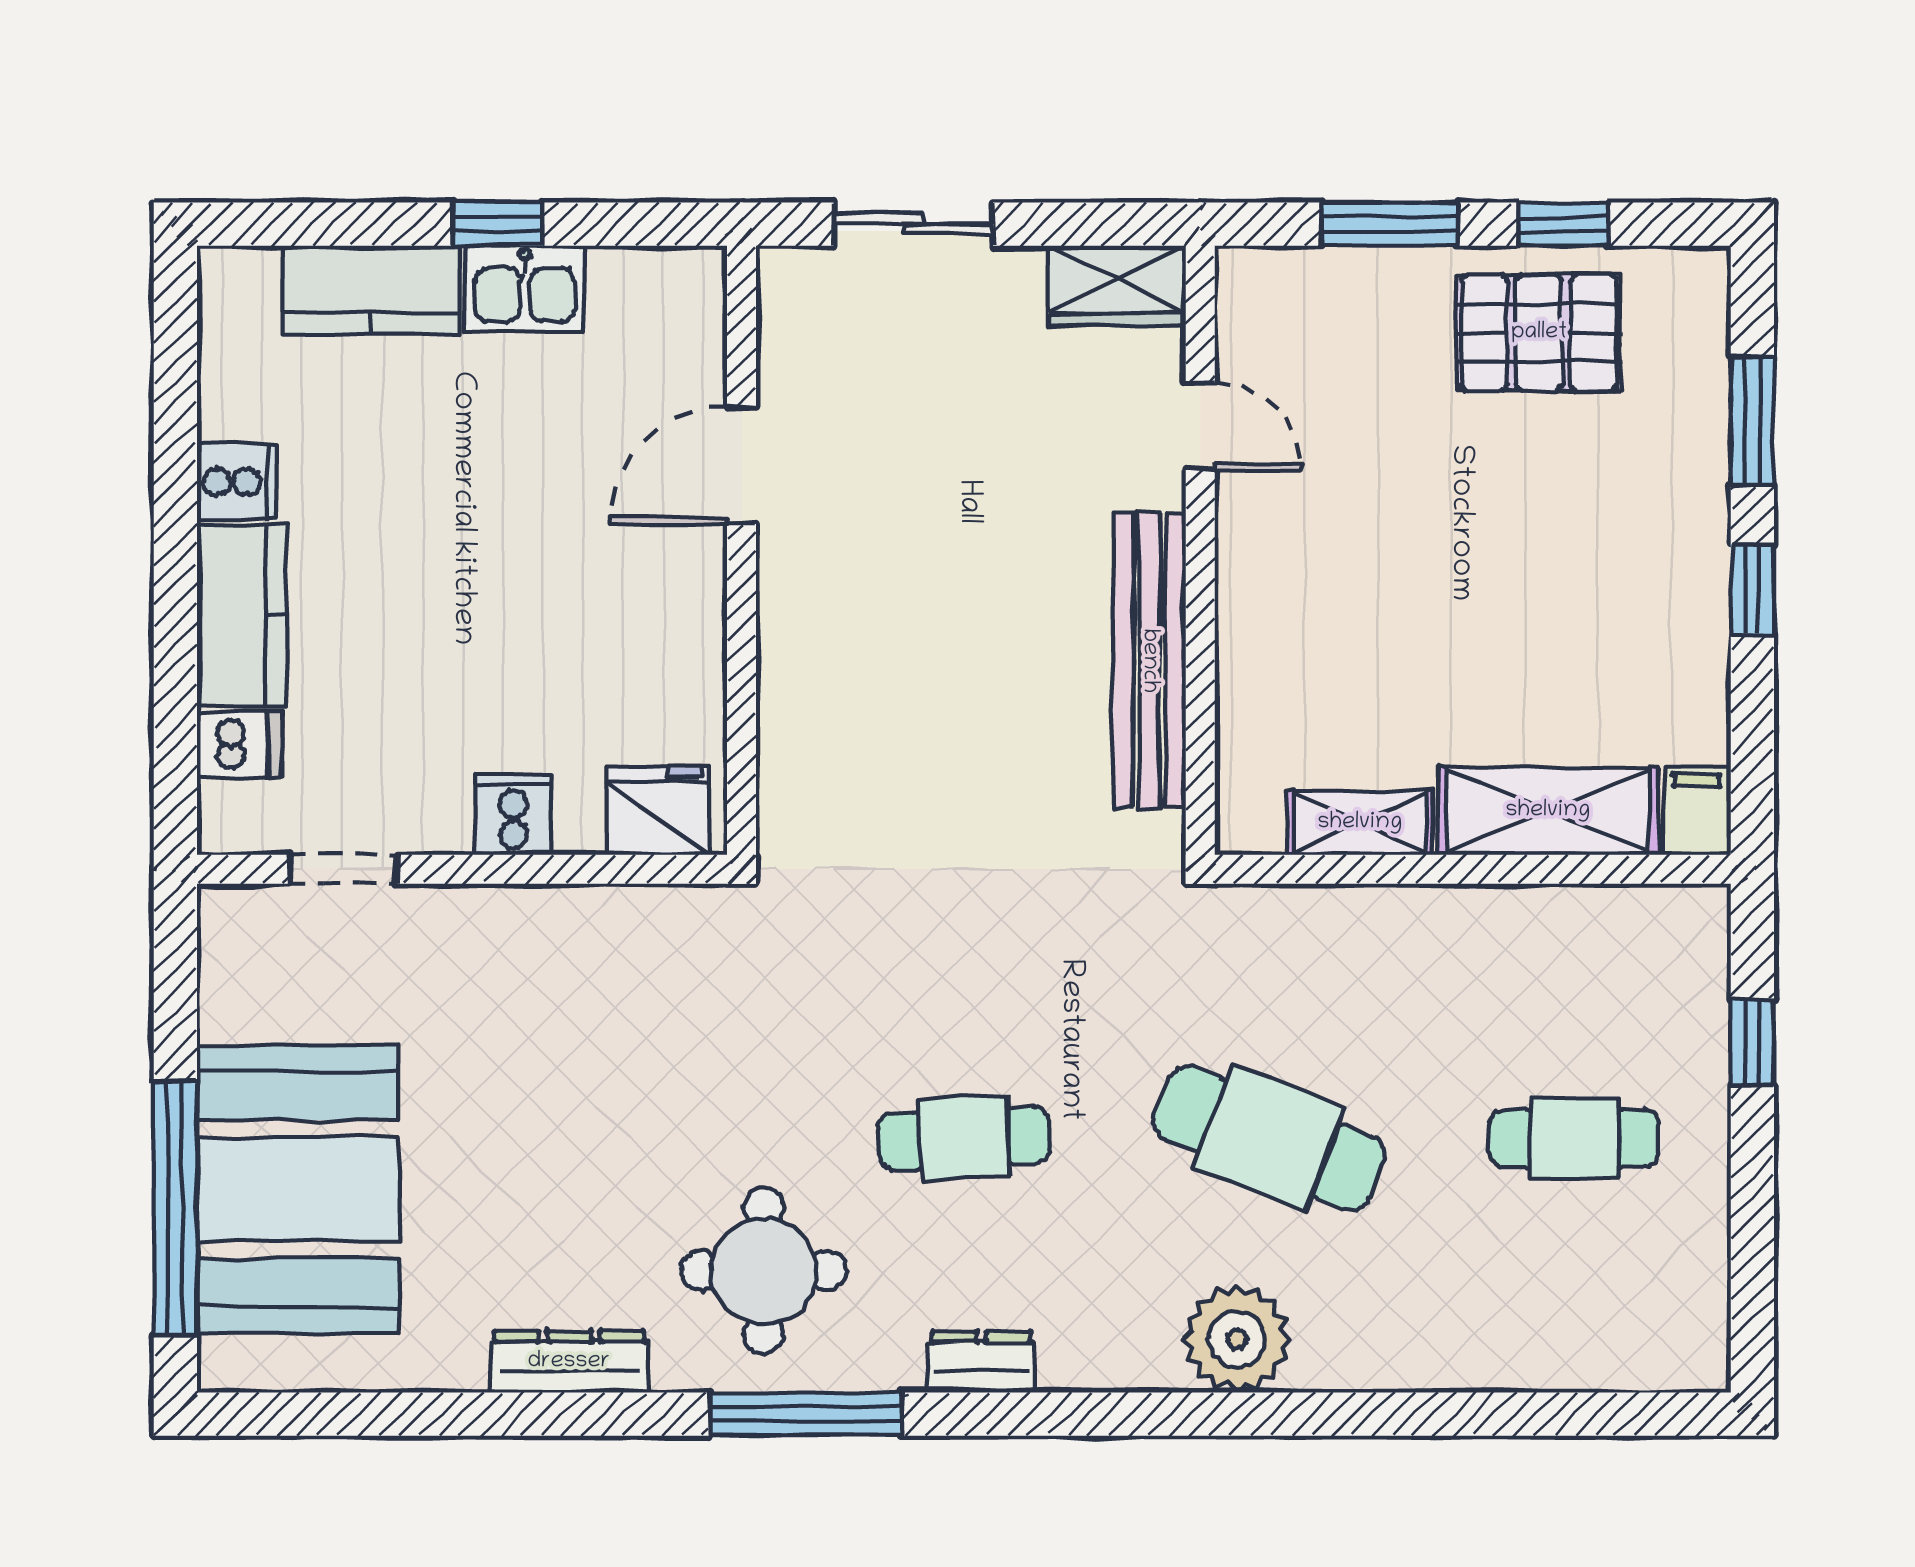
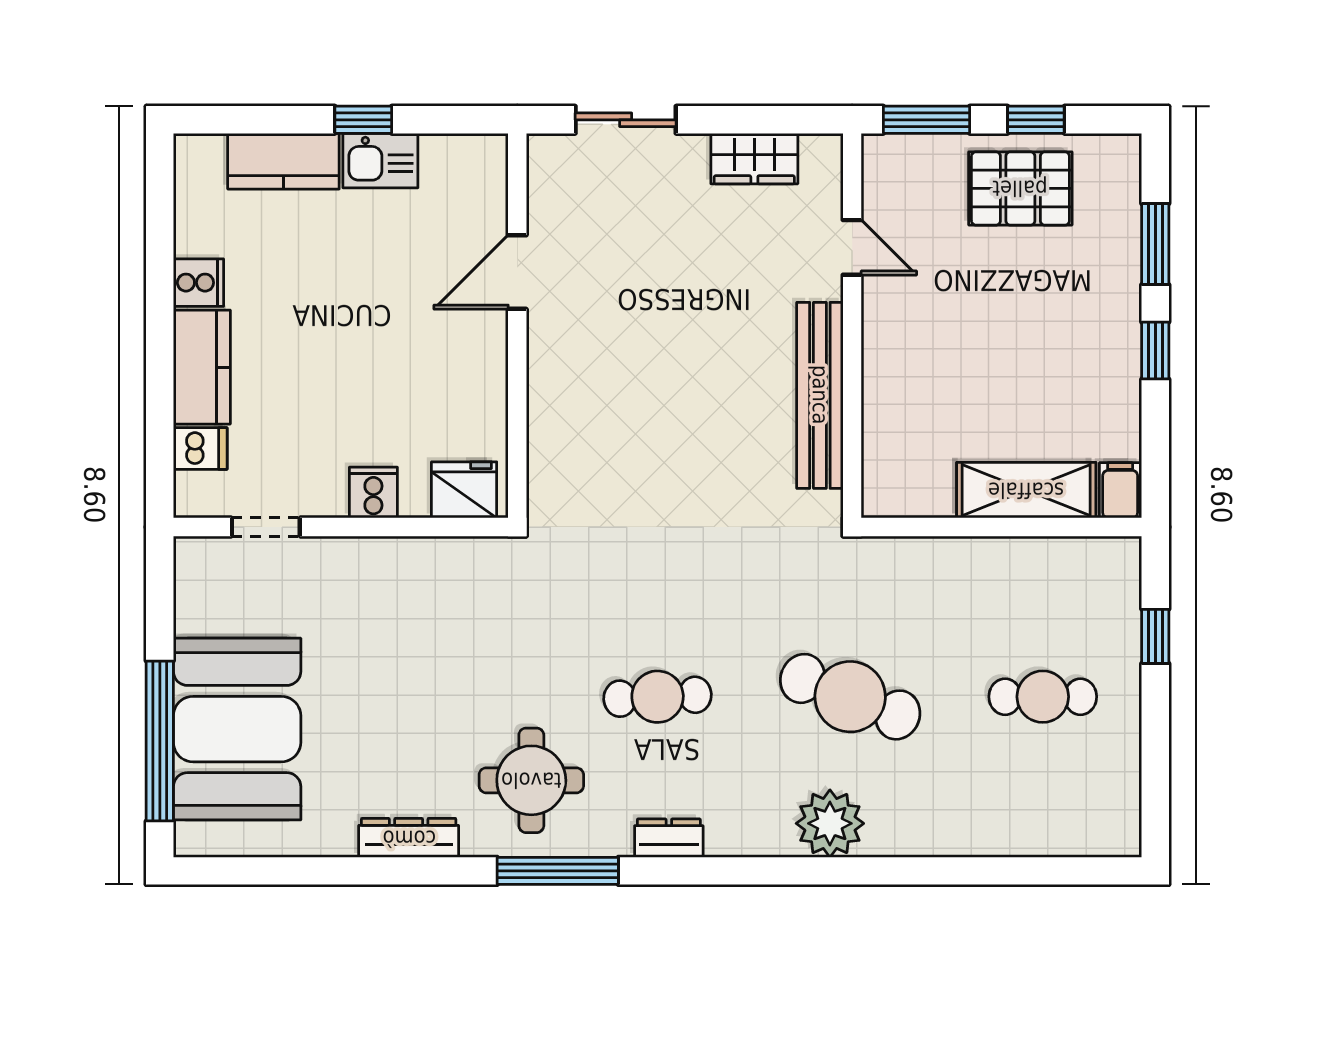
door: (1200, 426) -> (852, 247), moved
wall: (1200, 550) -> (852, 326), moved
bench: (1149, 661) -> (820, 395), moved
shelving: (1360, 823) -> (908, 498), removed

